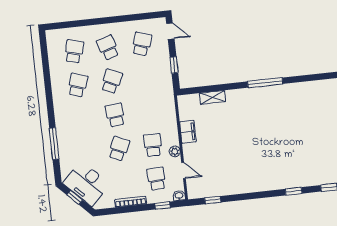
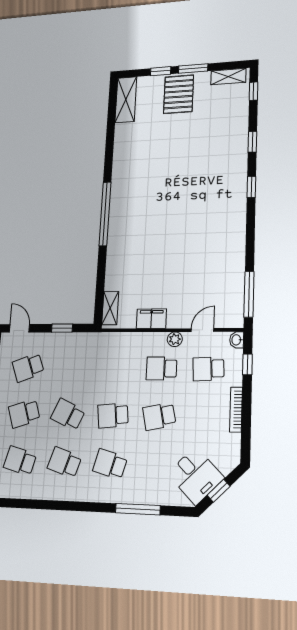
door: (170, 31) -> (19, 328), hinge flipped
school desk: (142, 44) -> (28, 367), turned -39
window: (265, 83) -> (105, 214), width x1.46
shelving: (212, 97) -> (110, 308), moved
school desk: (81, 119) -> (110, 464), added
school desk: (119, 149) -> (159, 416), turned -36
desk: (86, 183) -> (196, 476), width x0.73
window: (213, 200) -> (249, 294), width x2.17

